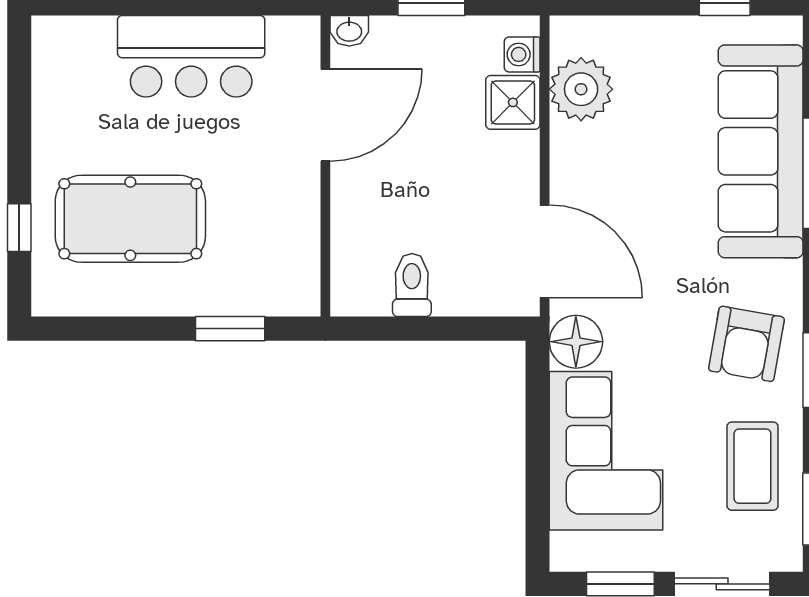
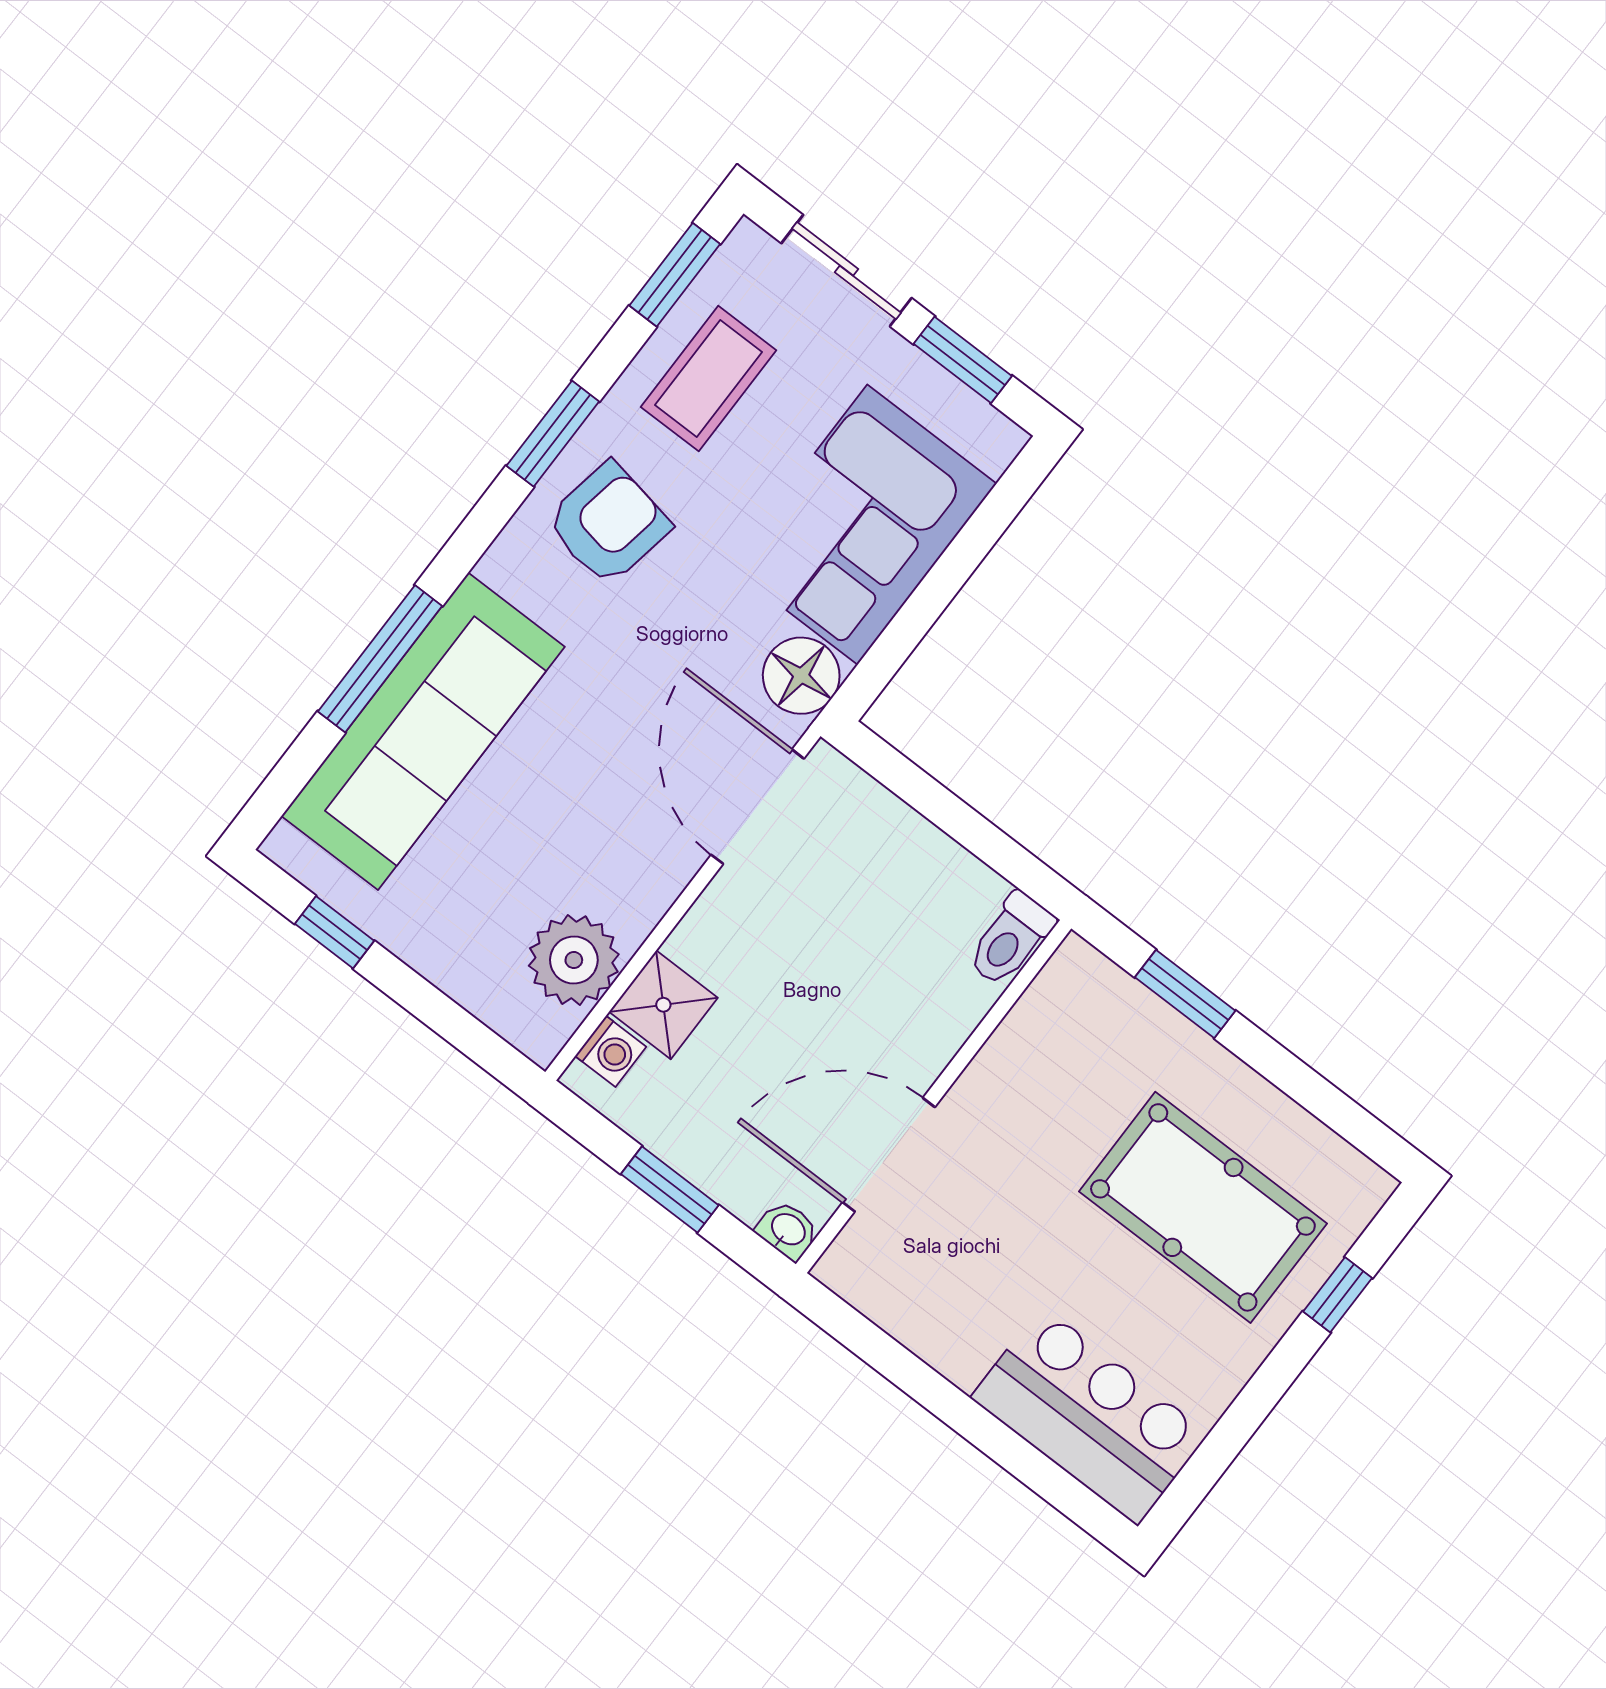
bar counter: (191, 56) -> (1090, 1416), moved
toilet: (412, 285) -> (1010, 939), moved

